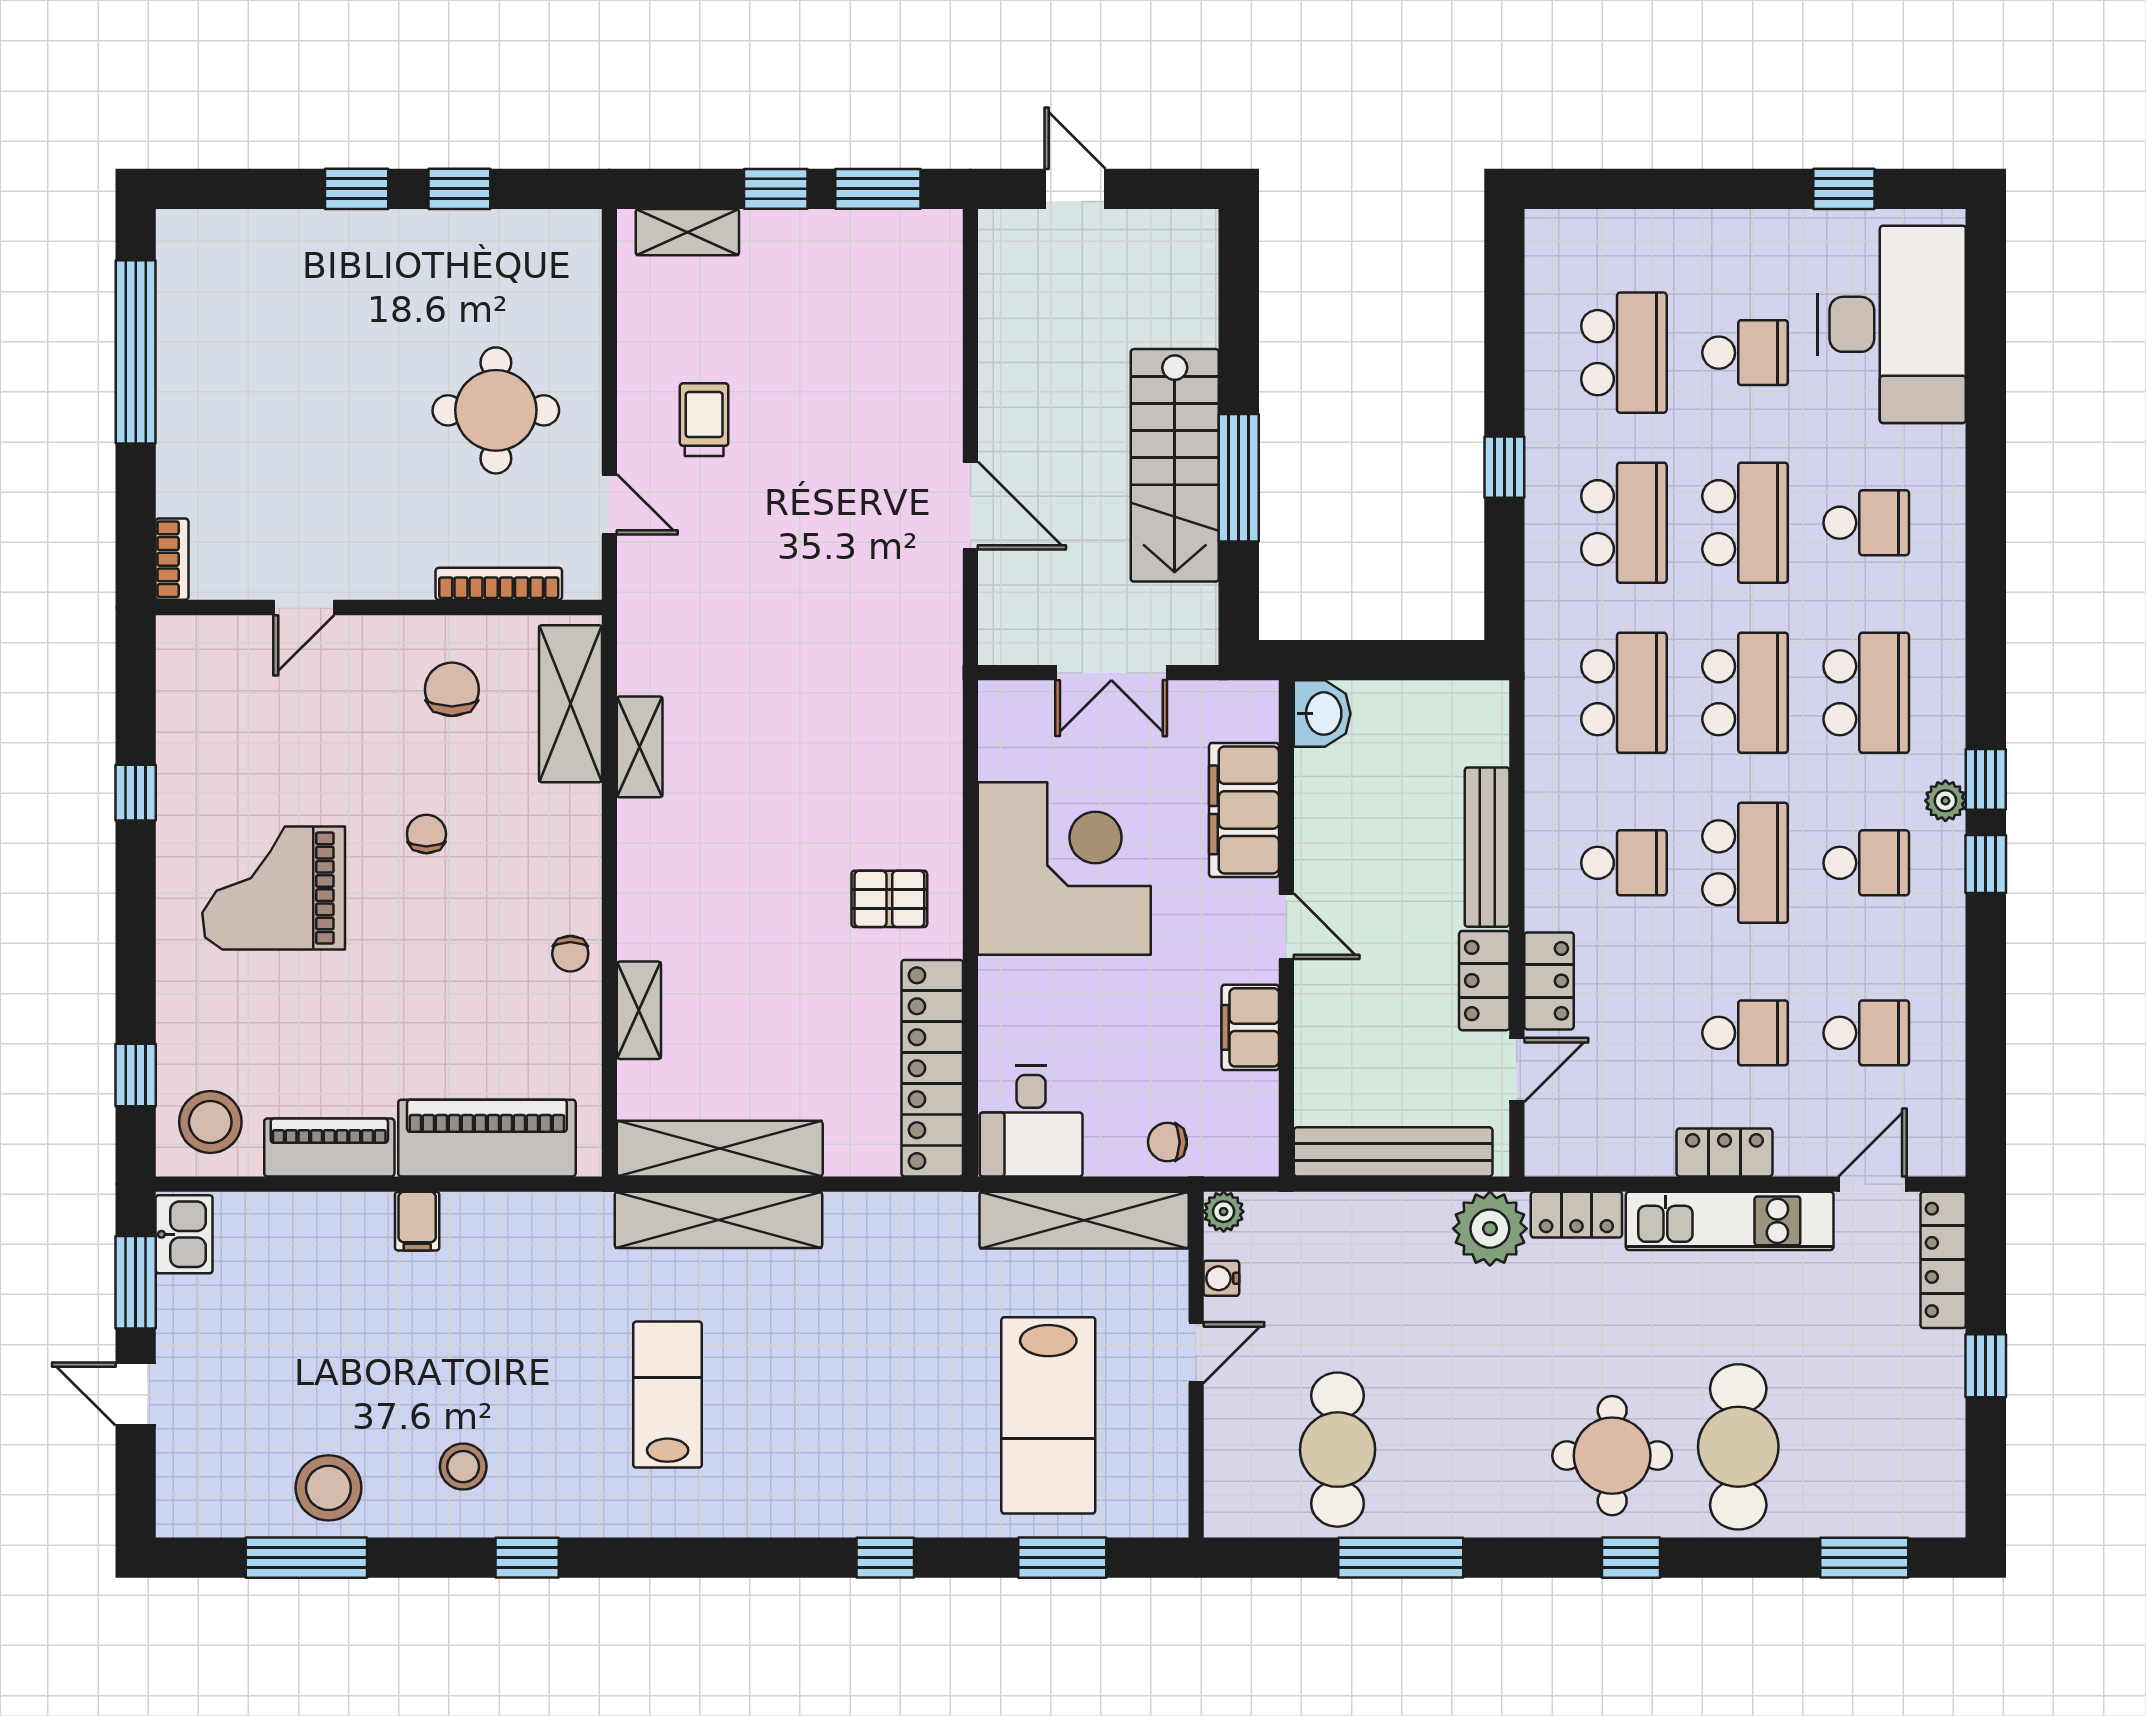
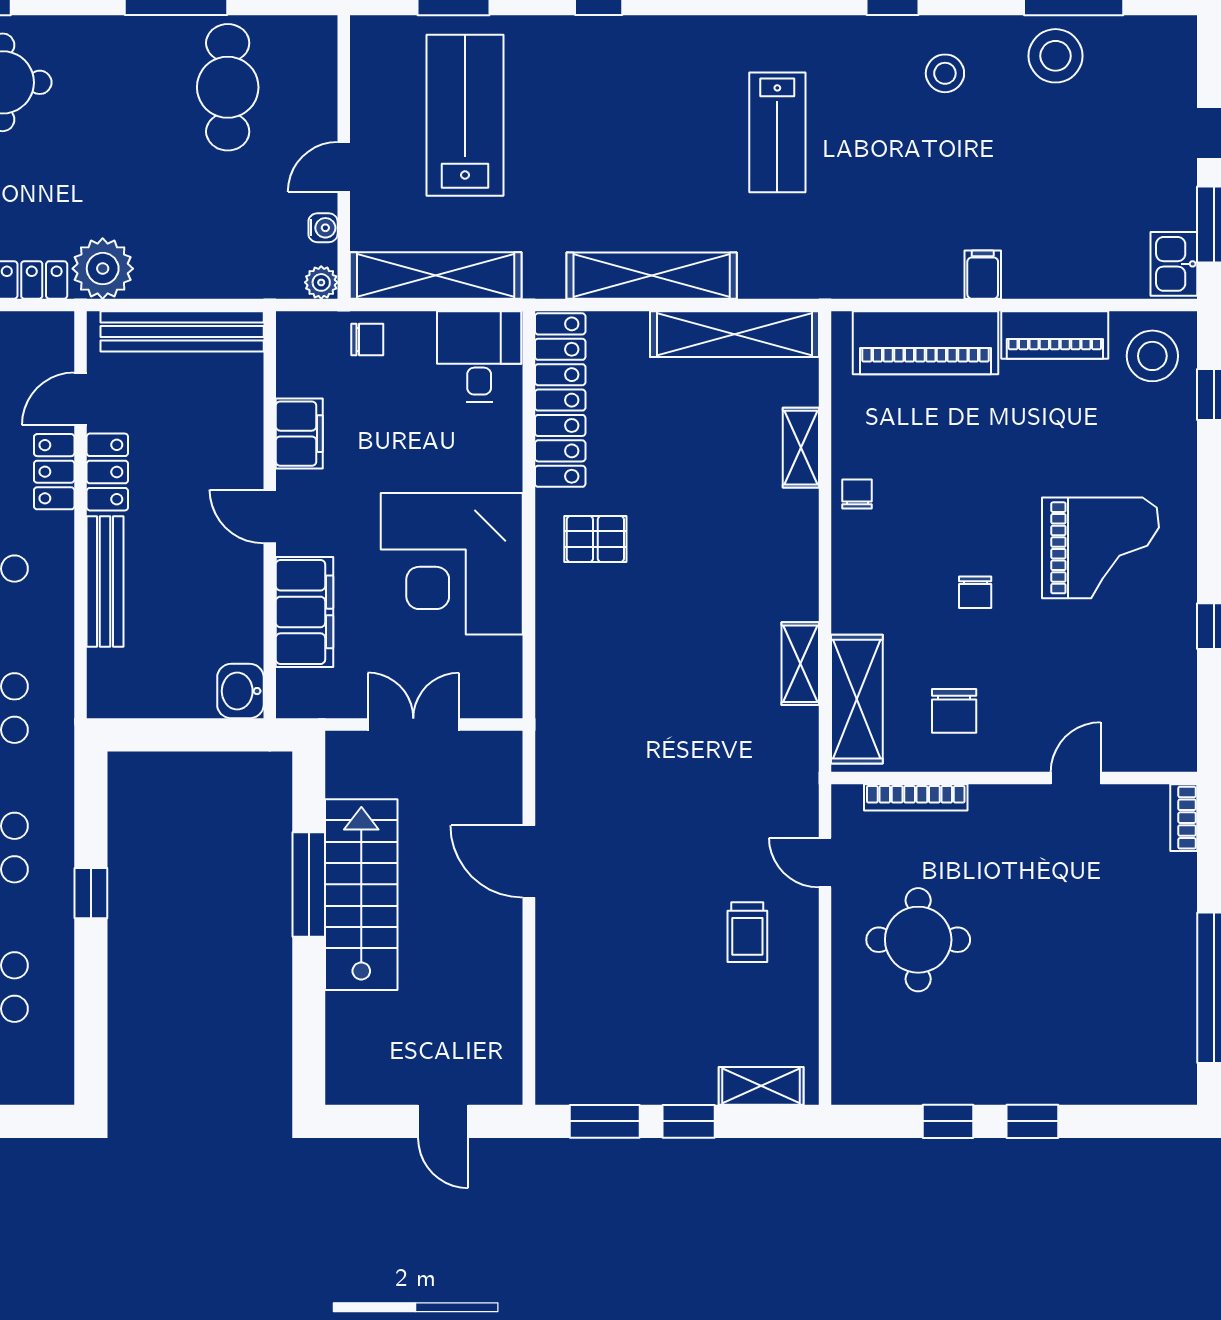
shelving: (718, 1220) -> (652, 276), moved

